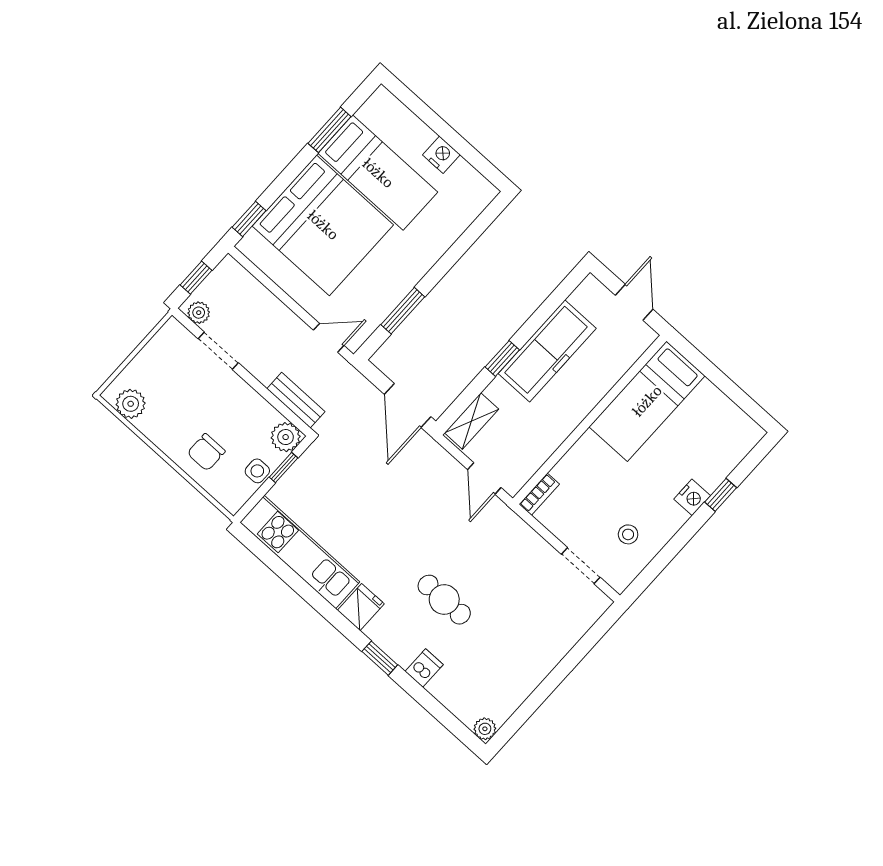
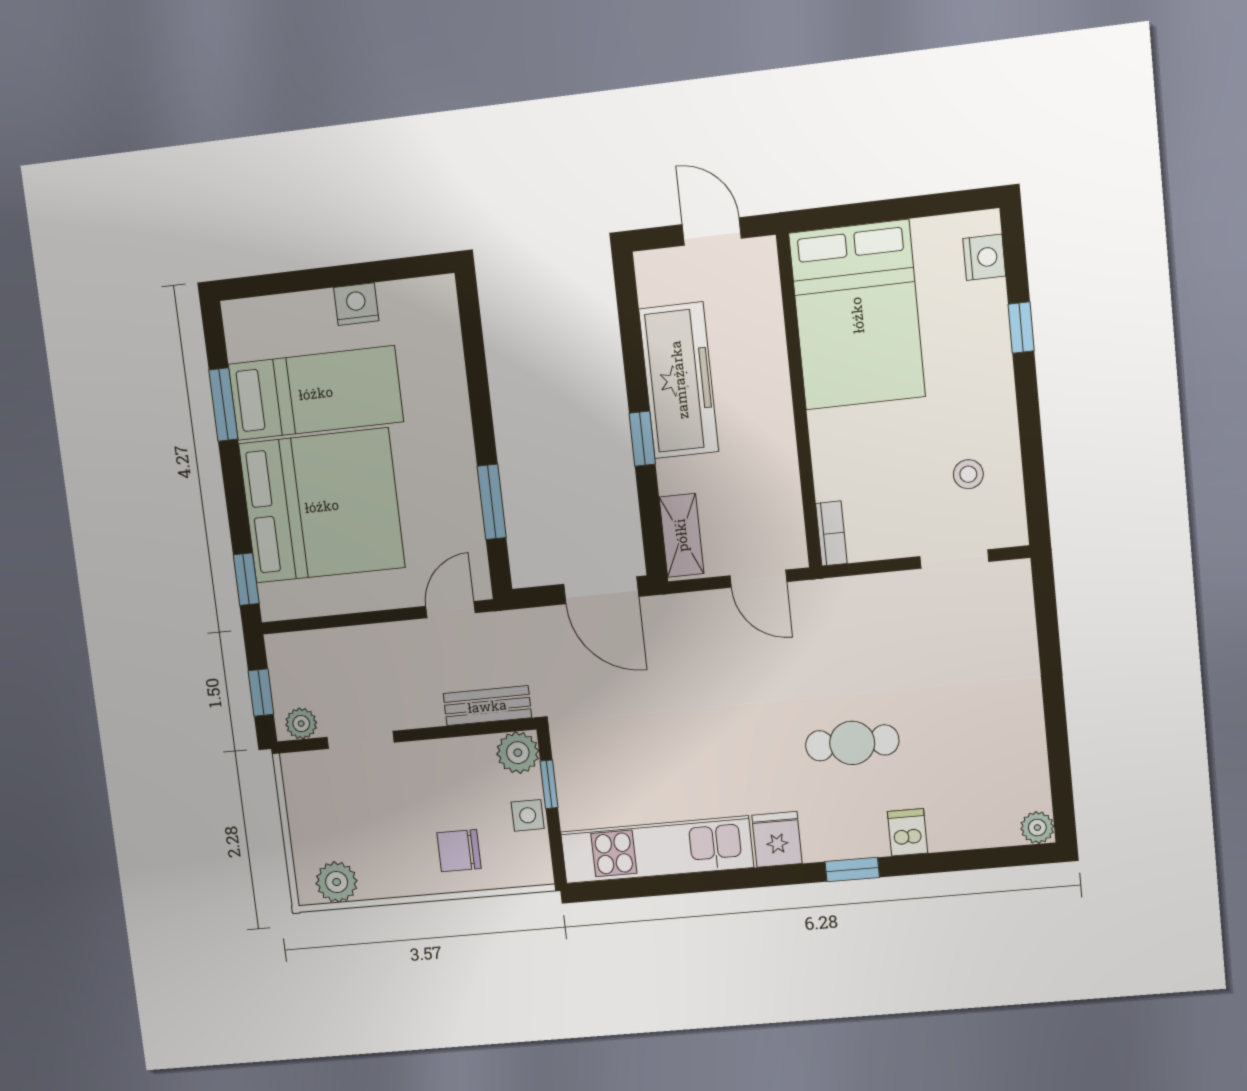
bed: (647, 401) -> (857, 315), width x1.50
chair: (206, 452) -> (459, 851), turned 90
nightstand: (692, 497) -> (984, 257), moved

